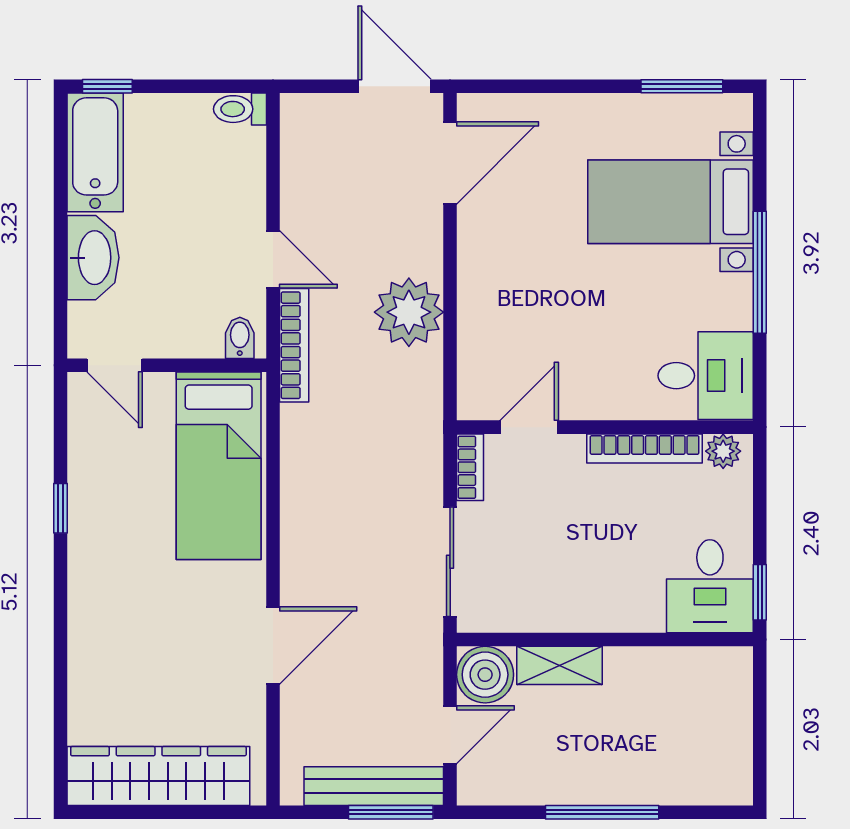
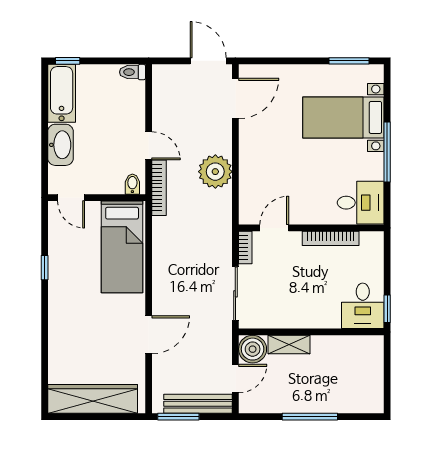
plant: (723, 451) -> (369, 240), removed
window: (391, 812) -> (178, 417), moved

